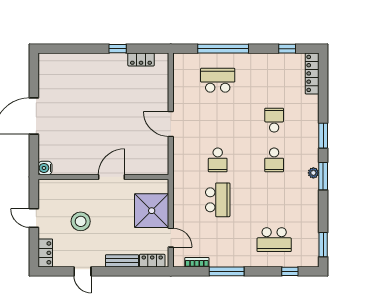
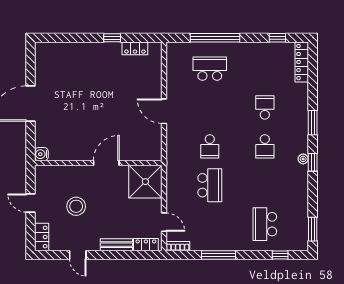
window: (323, 176) -> (313, 162), width x0.67
shower: (152, 211) -> (145, 182), moved
school desk: (274, 240) -> (265, 224), turned 90
bookcase: (197, 262) -> (178, 246), moved

